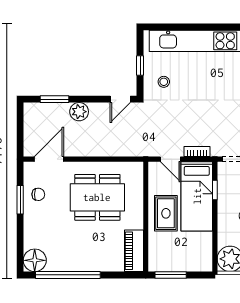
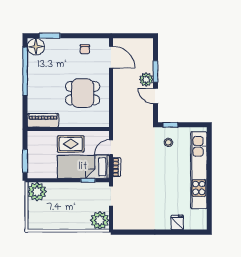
window: (140, 65) -> (170, 125), moved
window: (54, 99) -> (156, 71), moved
door: (120, 99) -> (156, 96), moved
dining table: (97, 197) -> (83, 93), width x0.73
window: (20, 200) -> (50, 36), moved
window: (171, 275) -> (25, 161), moved

